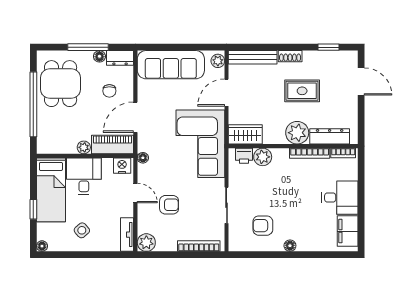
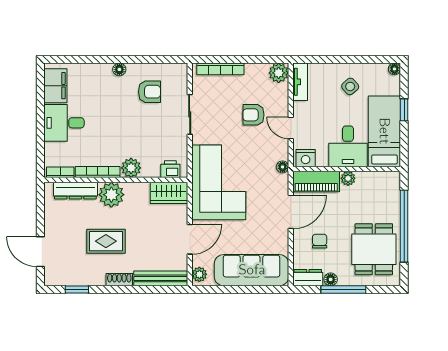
plant: (263, 157) -> (131, 168), moved

